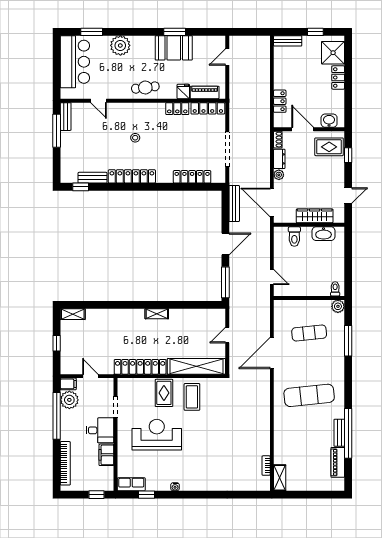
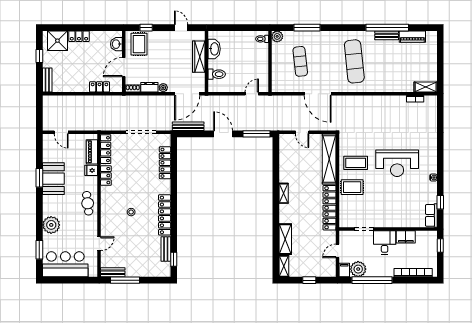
shelving: (104, 316) -> (285, 239), added
reception desk: (157, 435) -> (397, 163), moved, turned -90

